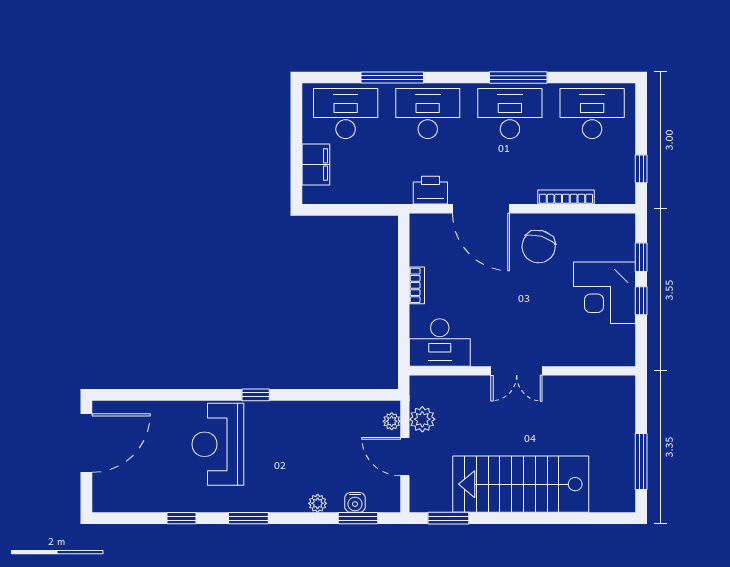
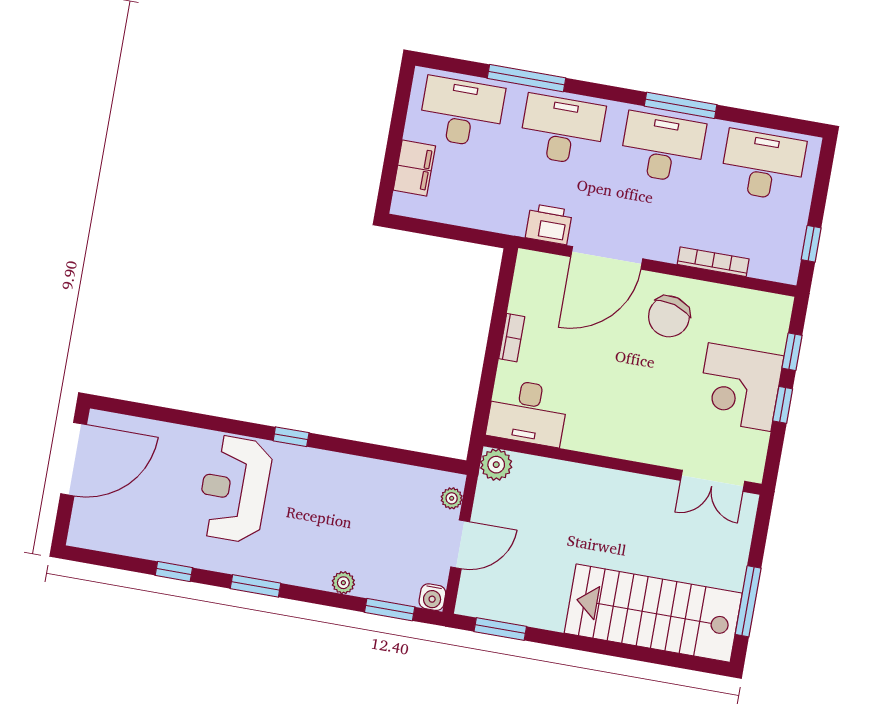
door: (481, 209) -> (607, 258), hinge flipped
double door: (517, 371) -> (713, 481), moved
plant: (422, 419) -> (496, 465), moved
door: (405, 457) -> (460, 544), swing flipped
stairs: (521, 484) -> (653, 613), moved
water cooler: (355, 502) -> (432, 597), moved

